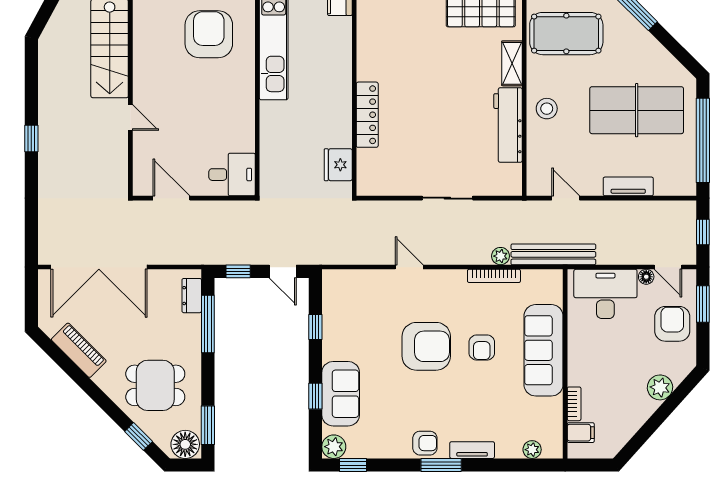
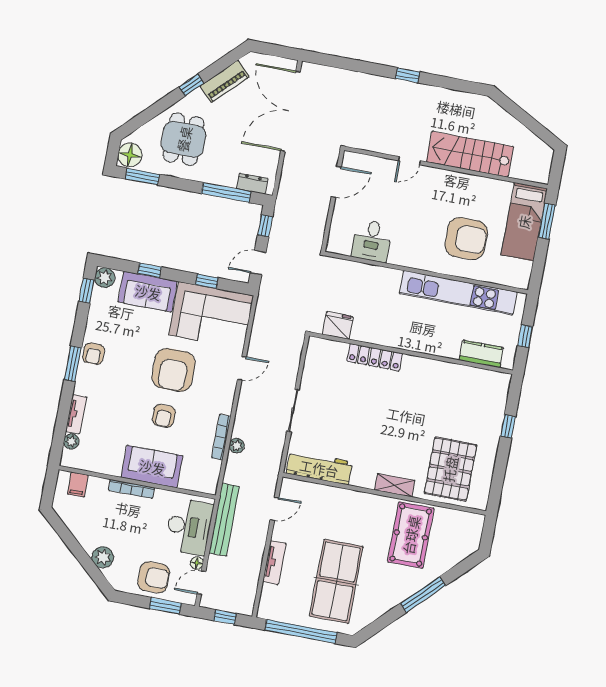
stool: (547, 109) -> (352, 507), removed
workbench: (508, 125) -> (319, 468), moved
desk: (232, 175) -> (372, 241), moved
bench: (553, 254) -> (224, 520), moved
corner sofa: (354, 314) -> (211, 315), added
armchair: (482, 348) -> (164, 416), turned -90
sofa: (544, 350) -> (152, 467), width x0.73
bookcase: (574, 404) -> (132, 489), moved, width x1.56
window: (139, 436) -> (191, 85), moved
tv unit: (472, 450) -> (76, 414), moved

